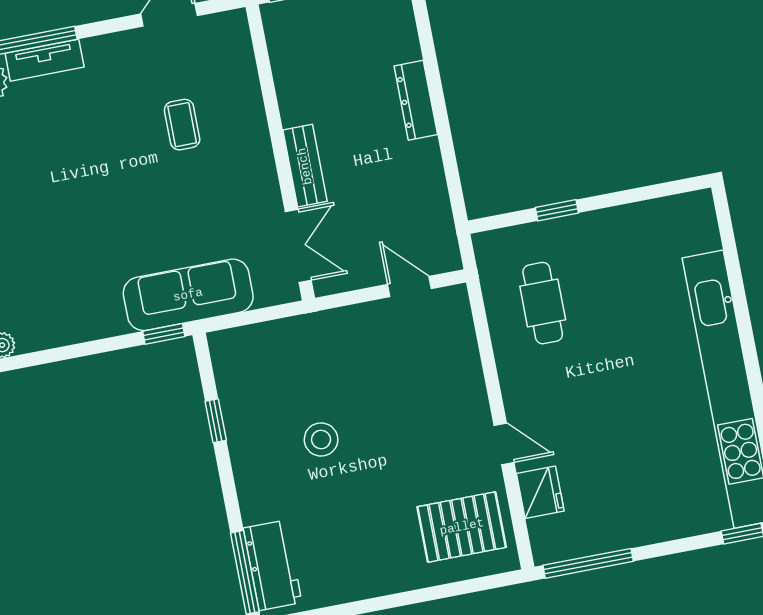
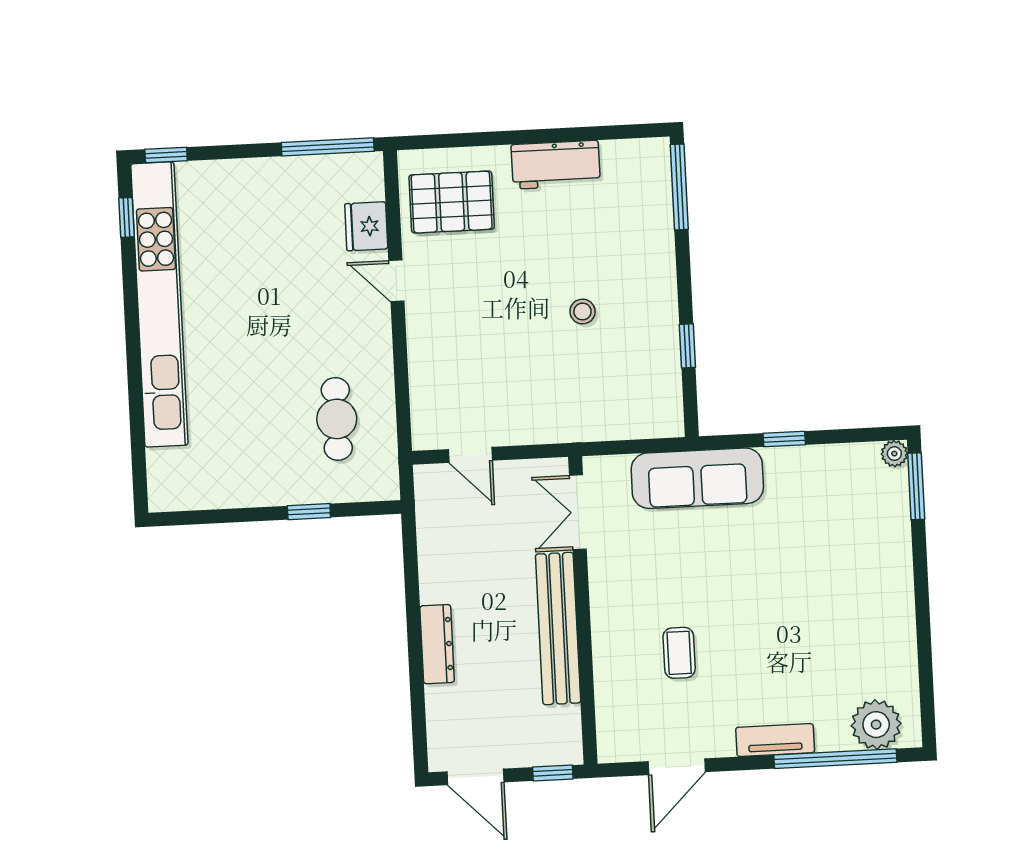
tv unit: (45, 60) -> (775, 740), moved
bench: (305, 166) -> (558, 629), width x1.86, depth x1.21
window: (164, 334) -> (784, 439), moved
stool: (321, 440) -> (582, 311), width x0.73, depth x0.73
workbench: (273, 565) -> (556, 165), moved, turned -90

